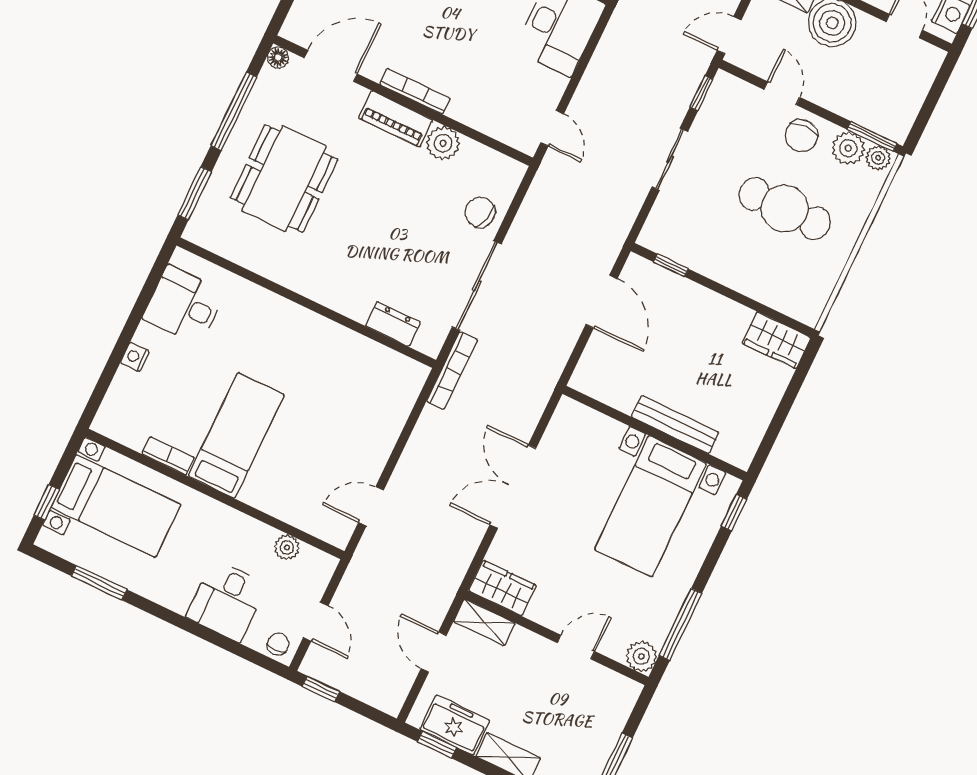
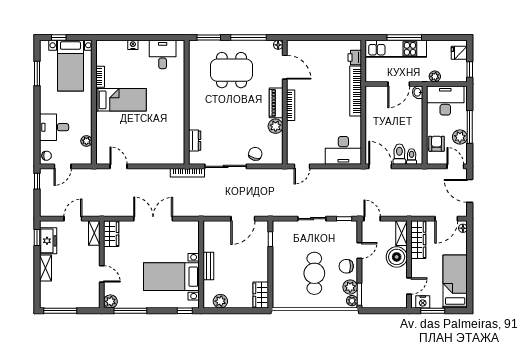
bench: (675, 425) -> (208, 266), width x0.73
plant: (749, 430) -> (220, 301), added

